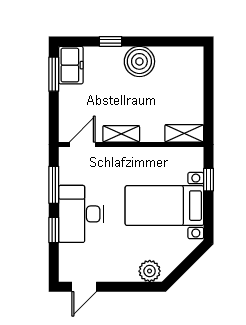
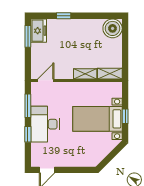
boiler: (139, 61) -> (113, 28), moved
shelving: (121, 134) -> (85, 74), moved
window: (209, 180) -> (125, 116), moved
plant: (150, 271) -> (88, 160), removed

